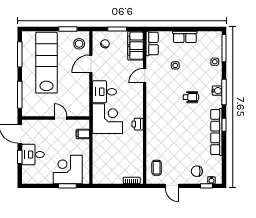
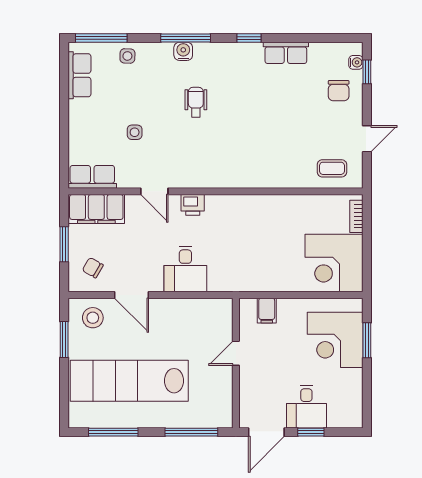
row of seats: (185, 37) -> (79, 75), moved
corner desk: (107, 119) -> (334, 263), moved, turned -90
printer: (138, 124) -> (193, 205), moved
row of seats: (216, 132) -> (286, 53), width x0.50

